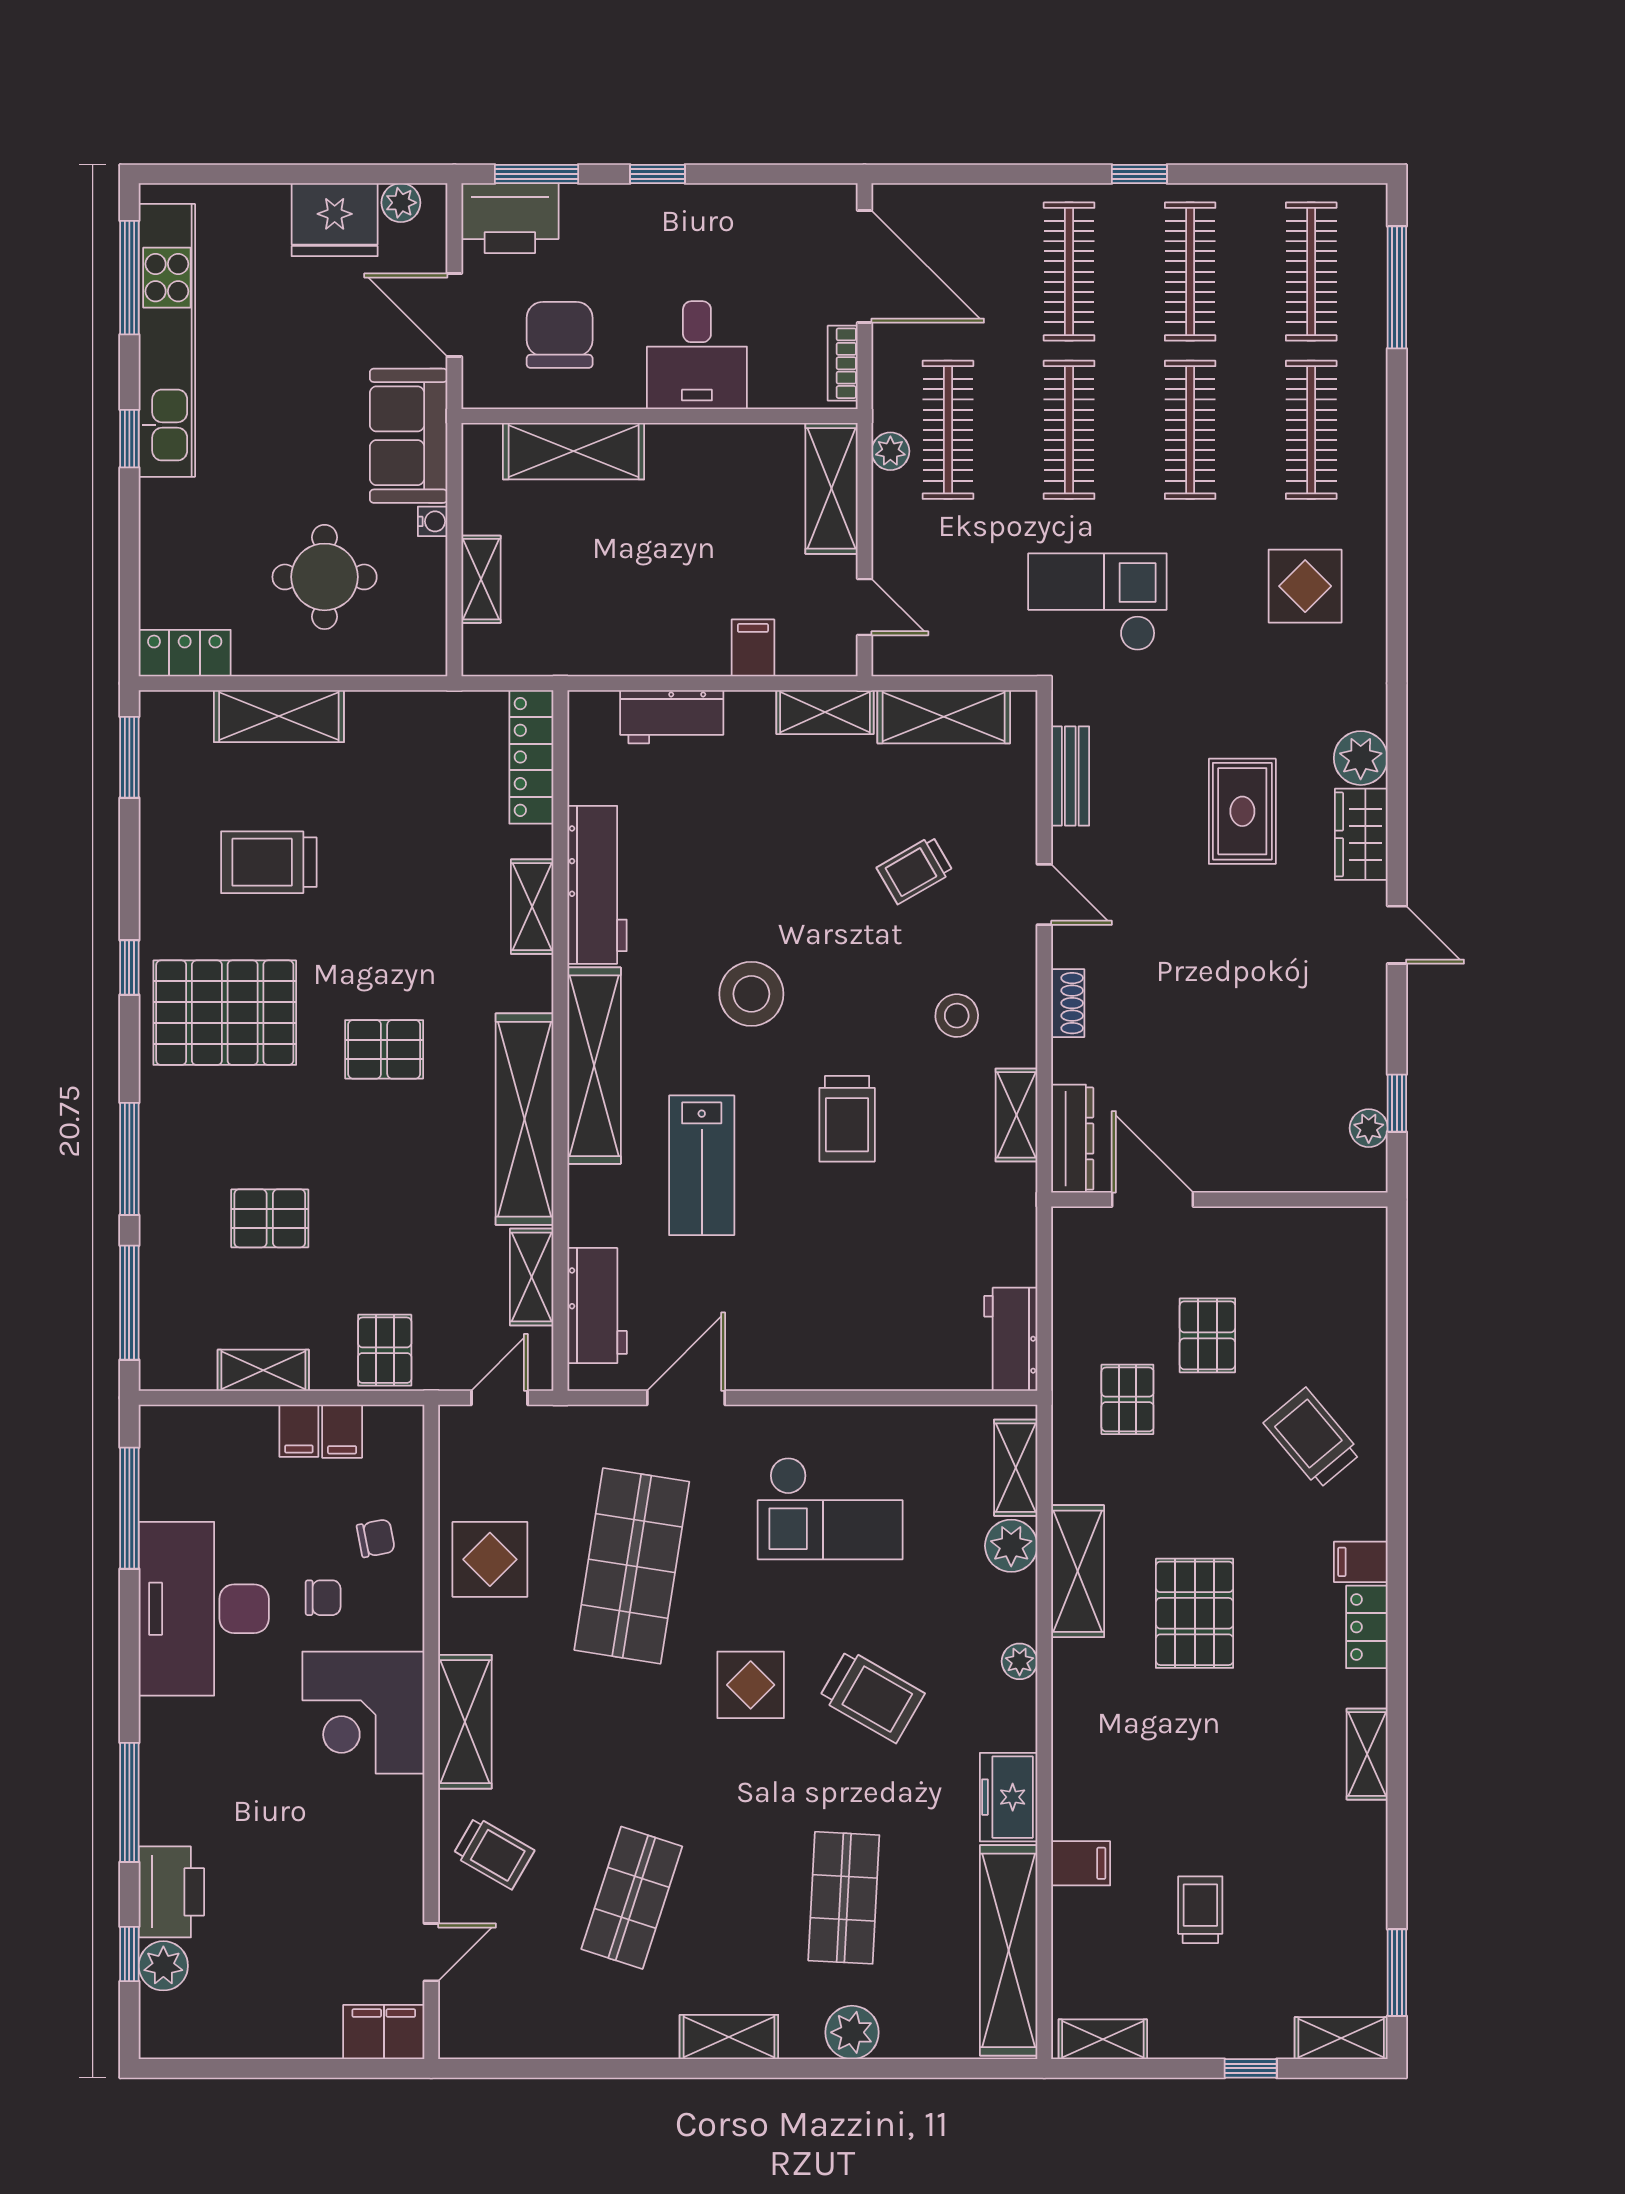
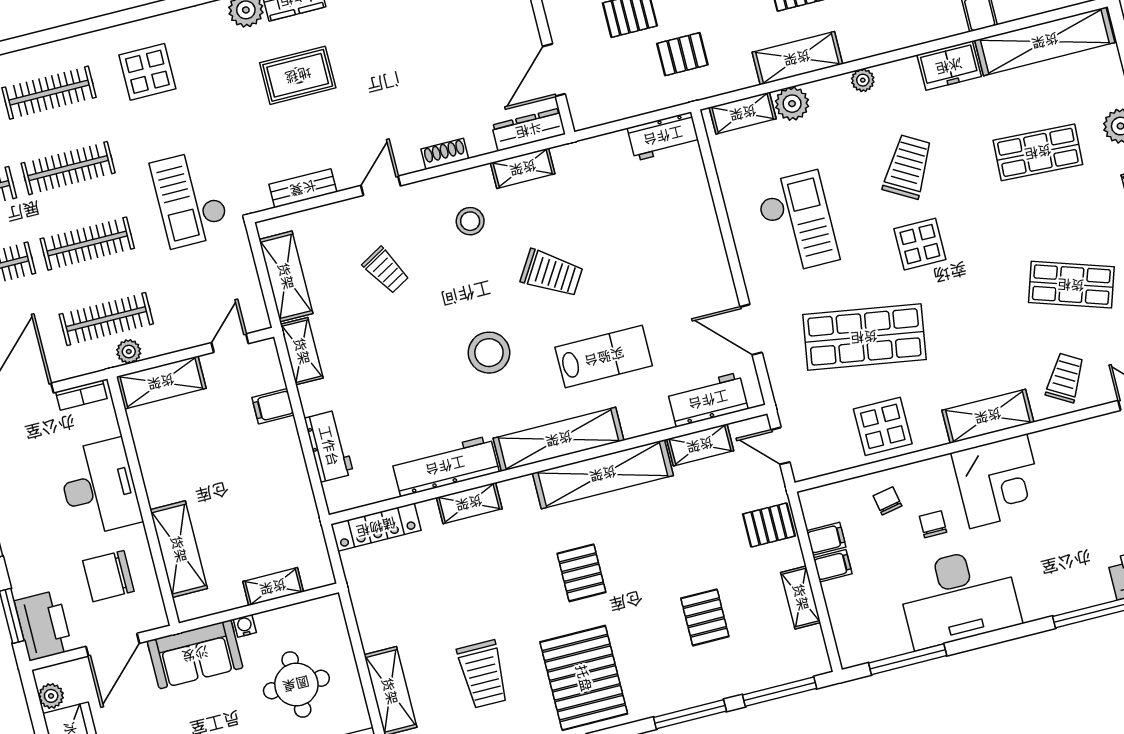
desk: (697, 355) -> (99, 487), width x1.37
trolley: (847, 1119) -> (552, 273), turned 32

